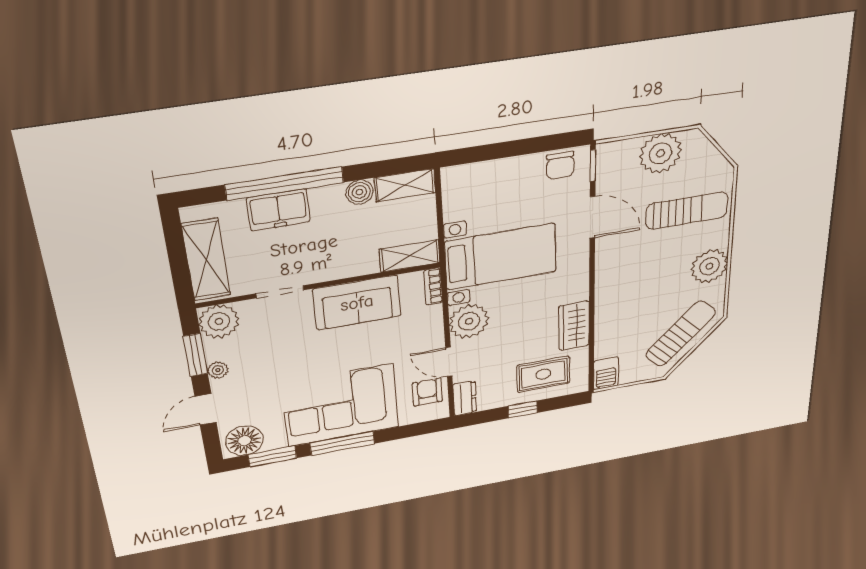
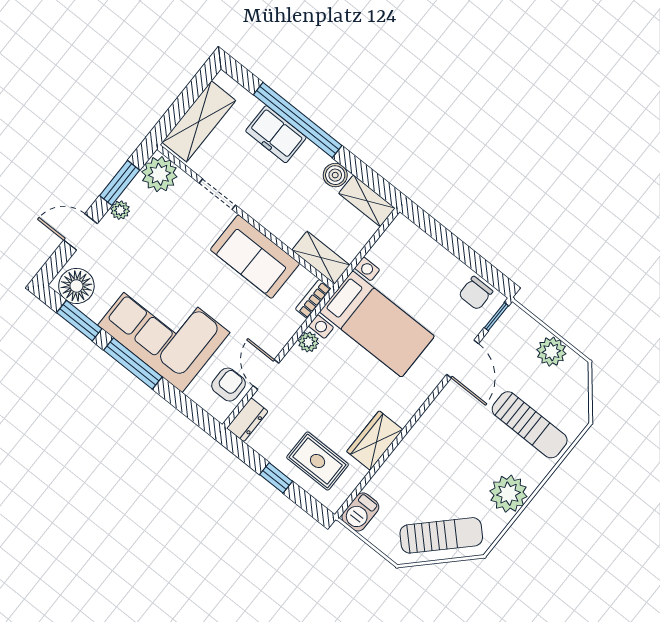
plant: (660, 153) -> (551, 352), width x0.73, depth x0.73
plant: (469, 321) -> (308, 342), width x0.53, depth x0.53

